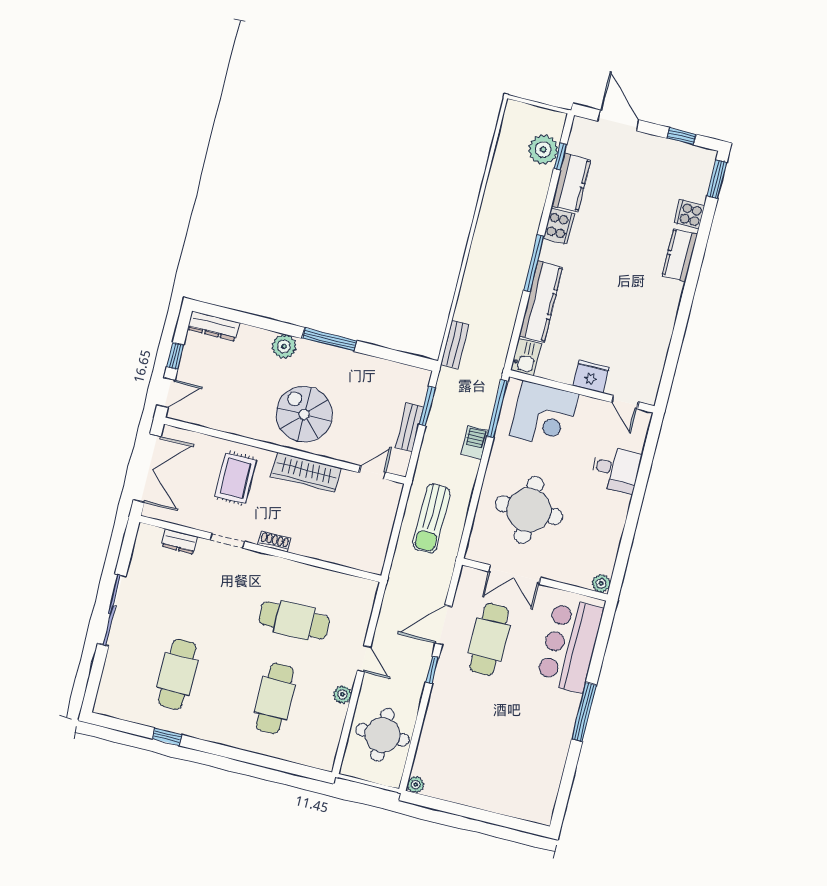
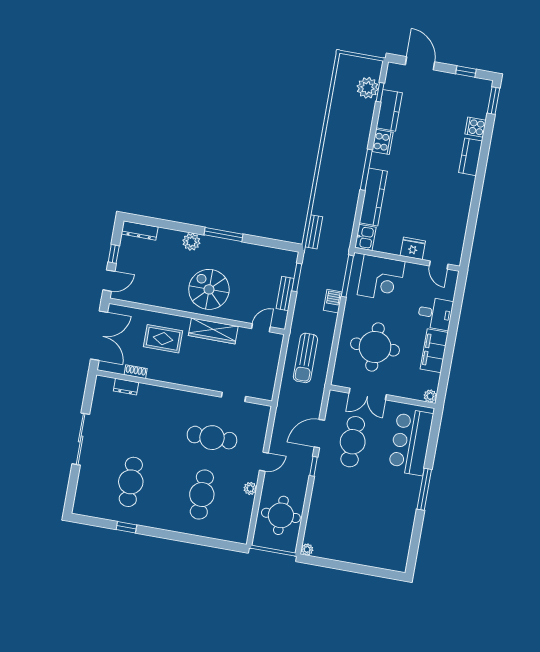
rug: (236, 478) -> (163, 339), turned 90
filing cabinet: (611, 521) -> (434, 351), added
doorway: (227, 541) -> (234, 397), moved
shoe rack: (274, 542) -> (136, 372), moved
door: (364, 659) -> (264, 462), hinge flipped

